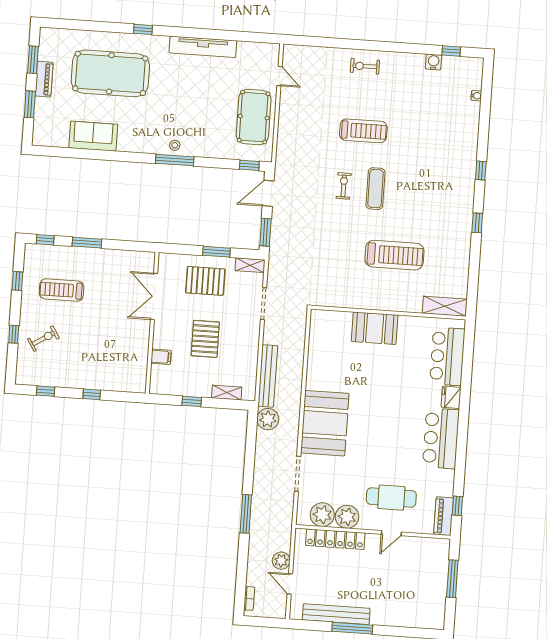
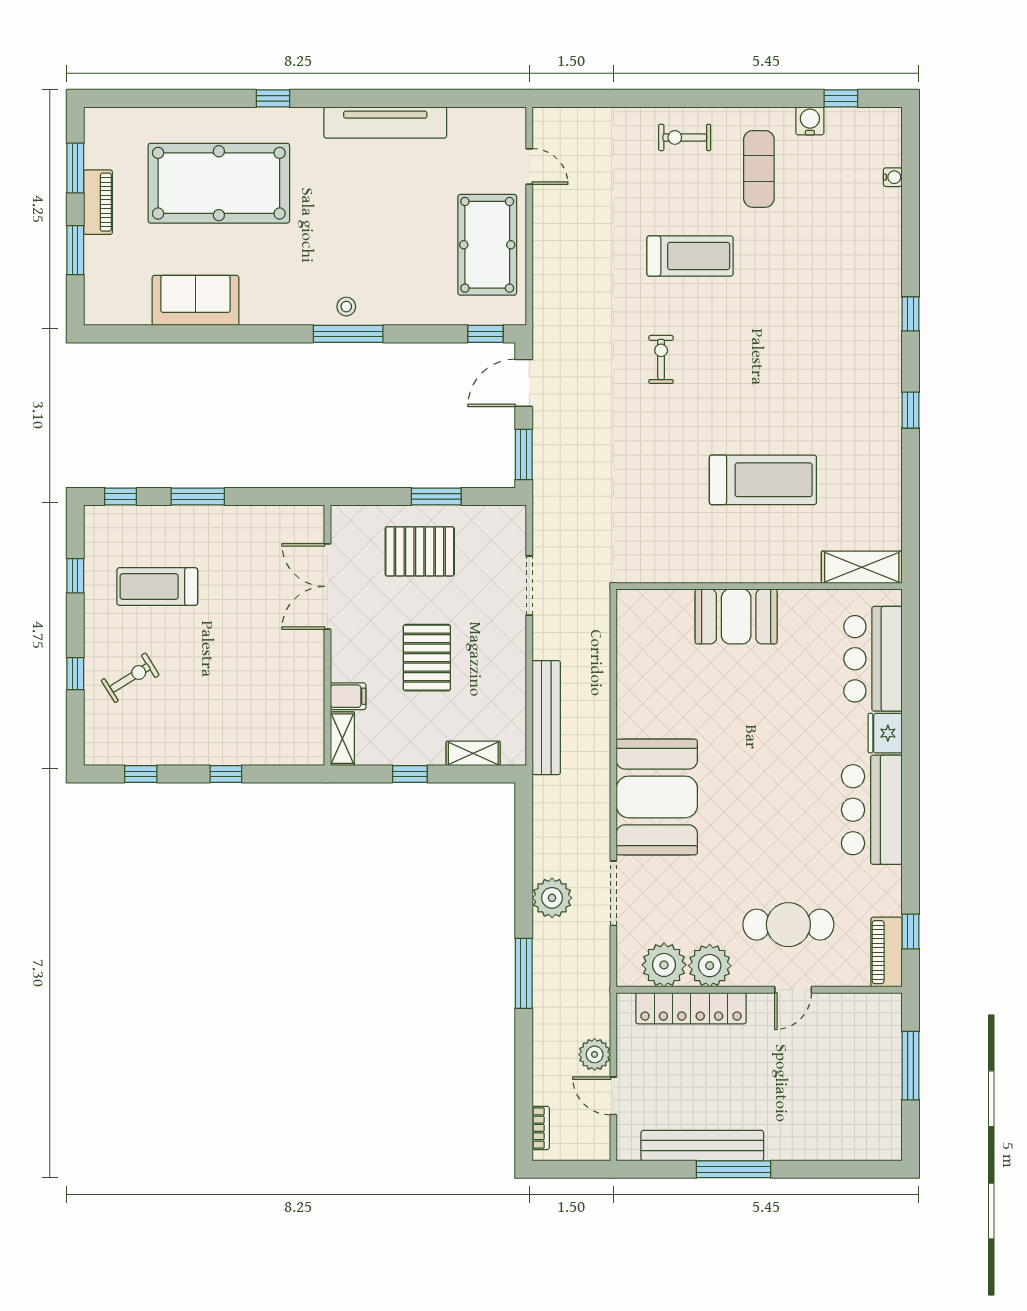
exercise mat: (375, 189) -> (759, 169), moved
shelving: (250, 265) -> (342, 739), moved, turned 90
plant: (268, 419) -> (552, 898), moved

